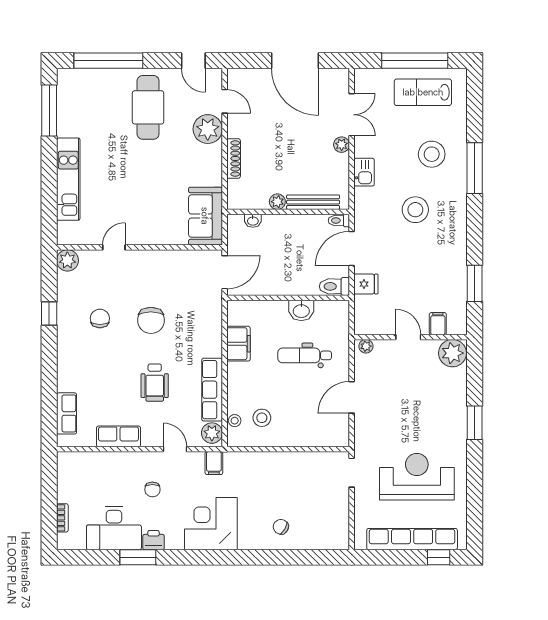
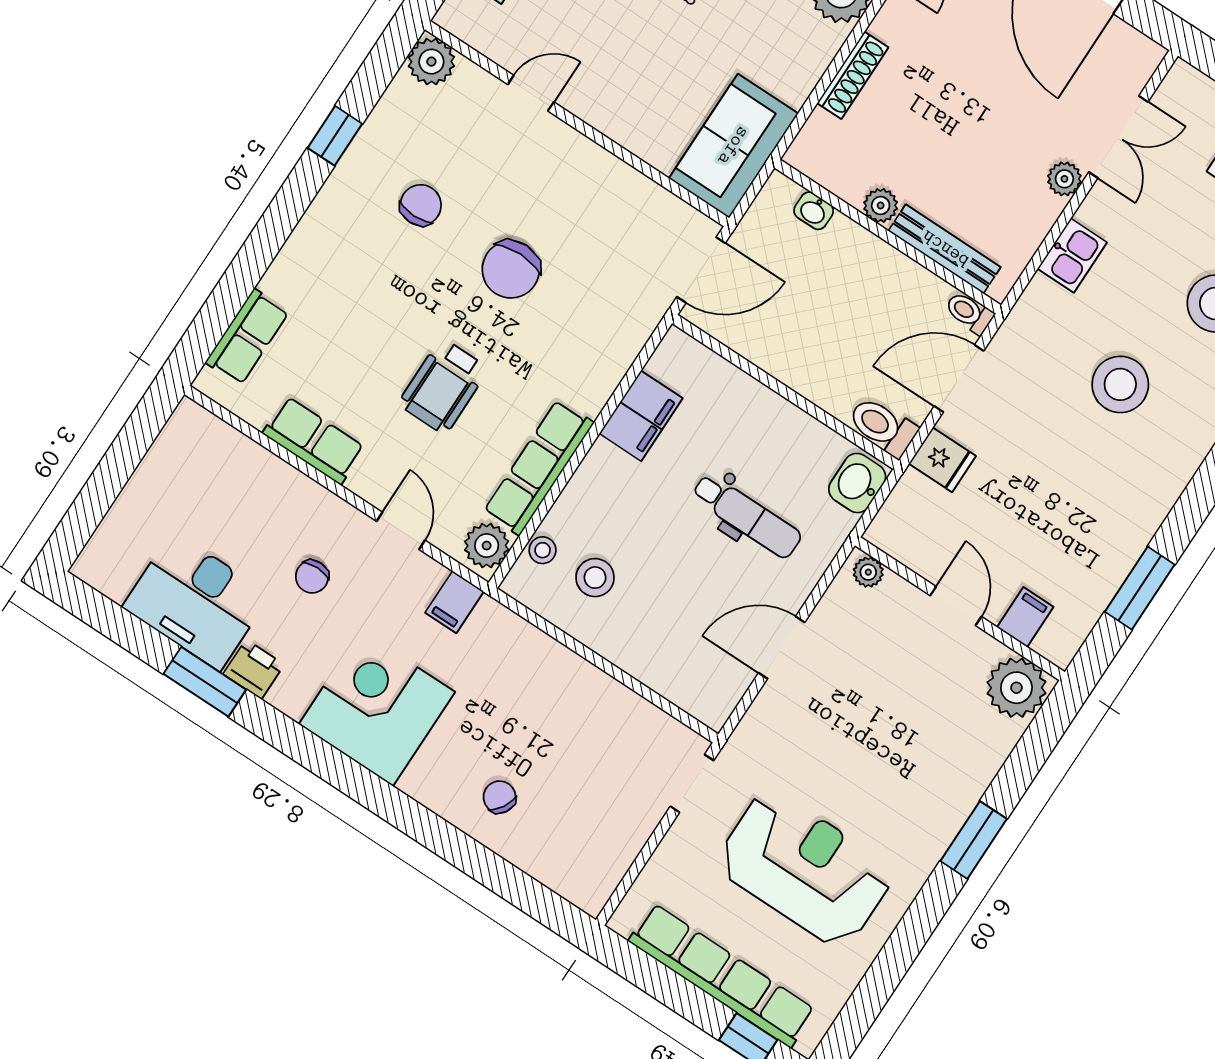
washbasin: (301, 310) -> (857, 483), moved, turned 90
dental chair: (305, 355) -> (747, 516), turned 180
bookcase: (62, 518) -> (115, 521), removed

